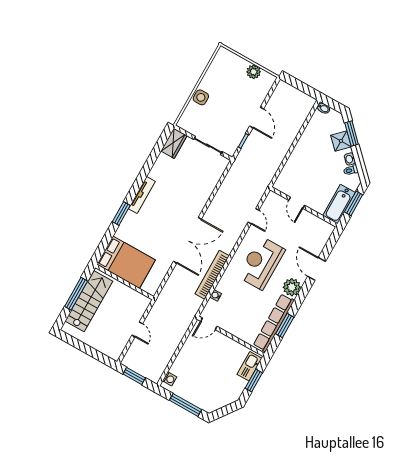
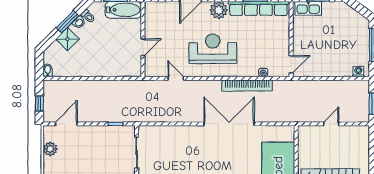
window: (299, 85) -> (39, 103), added
door: (257, 117) -> (66, 124), moved
window: (352, 133) -> (67, 22), moved
door: (253, 216) -> (176, 78), hinge flipped
reception desk: (261, 263) -> (213, 49), turned 180
door: (209, 324) -> (291, 64), hinge flipped

